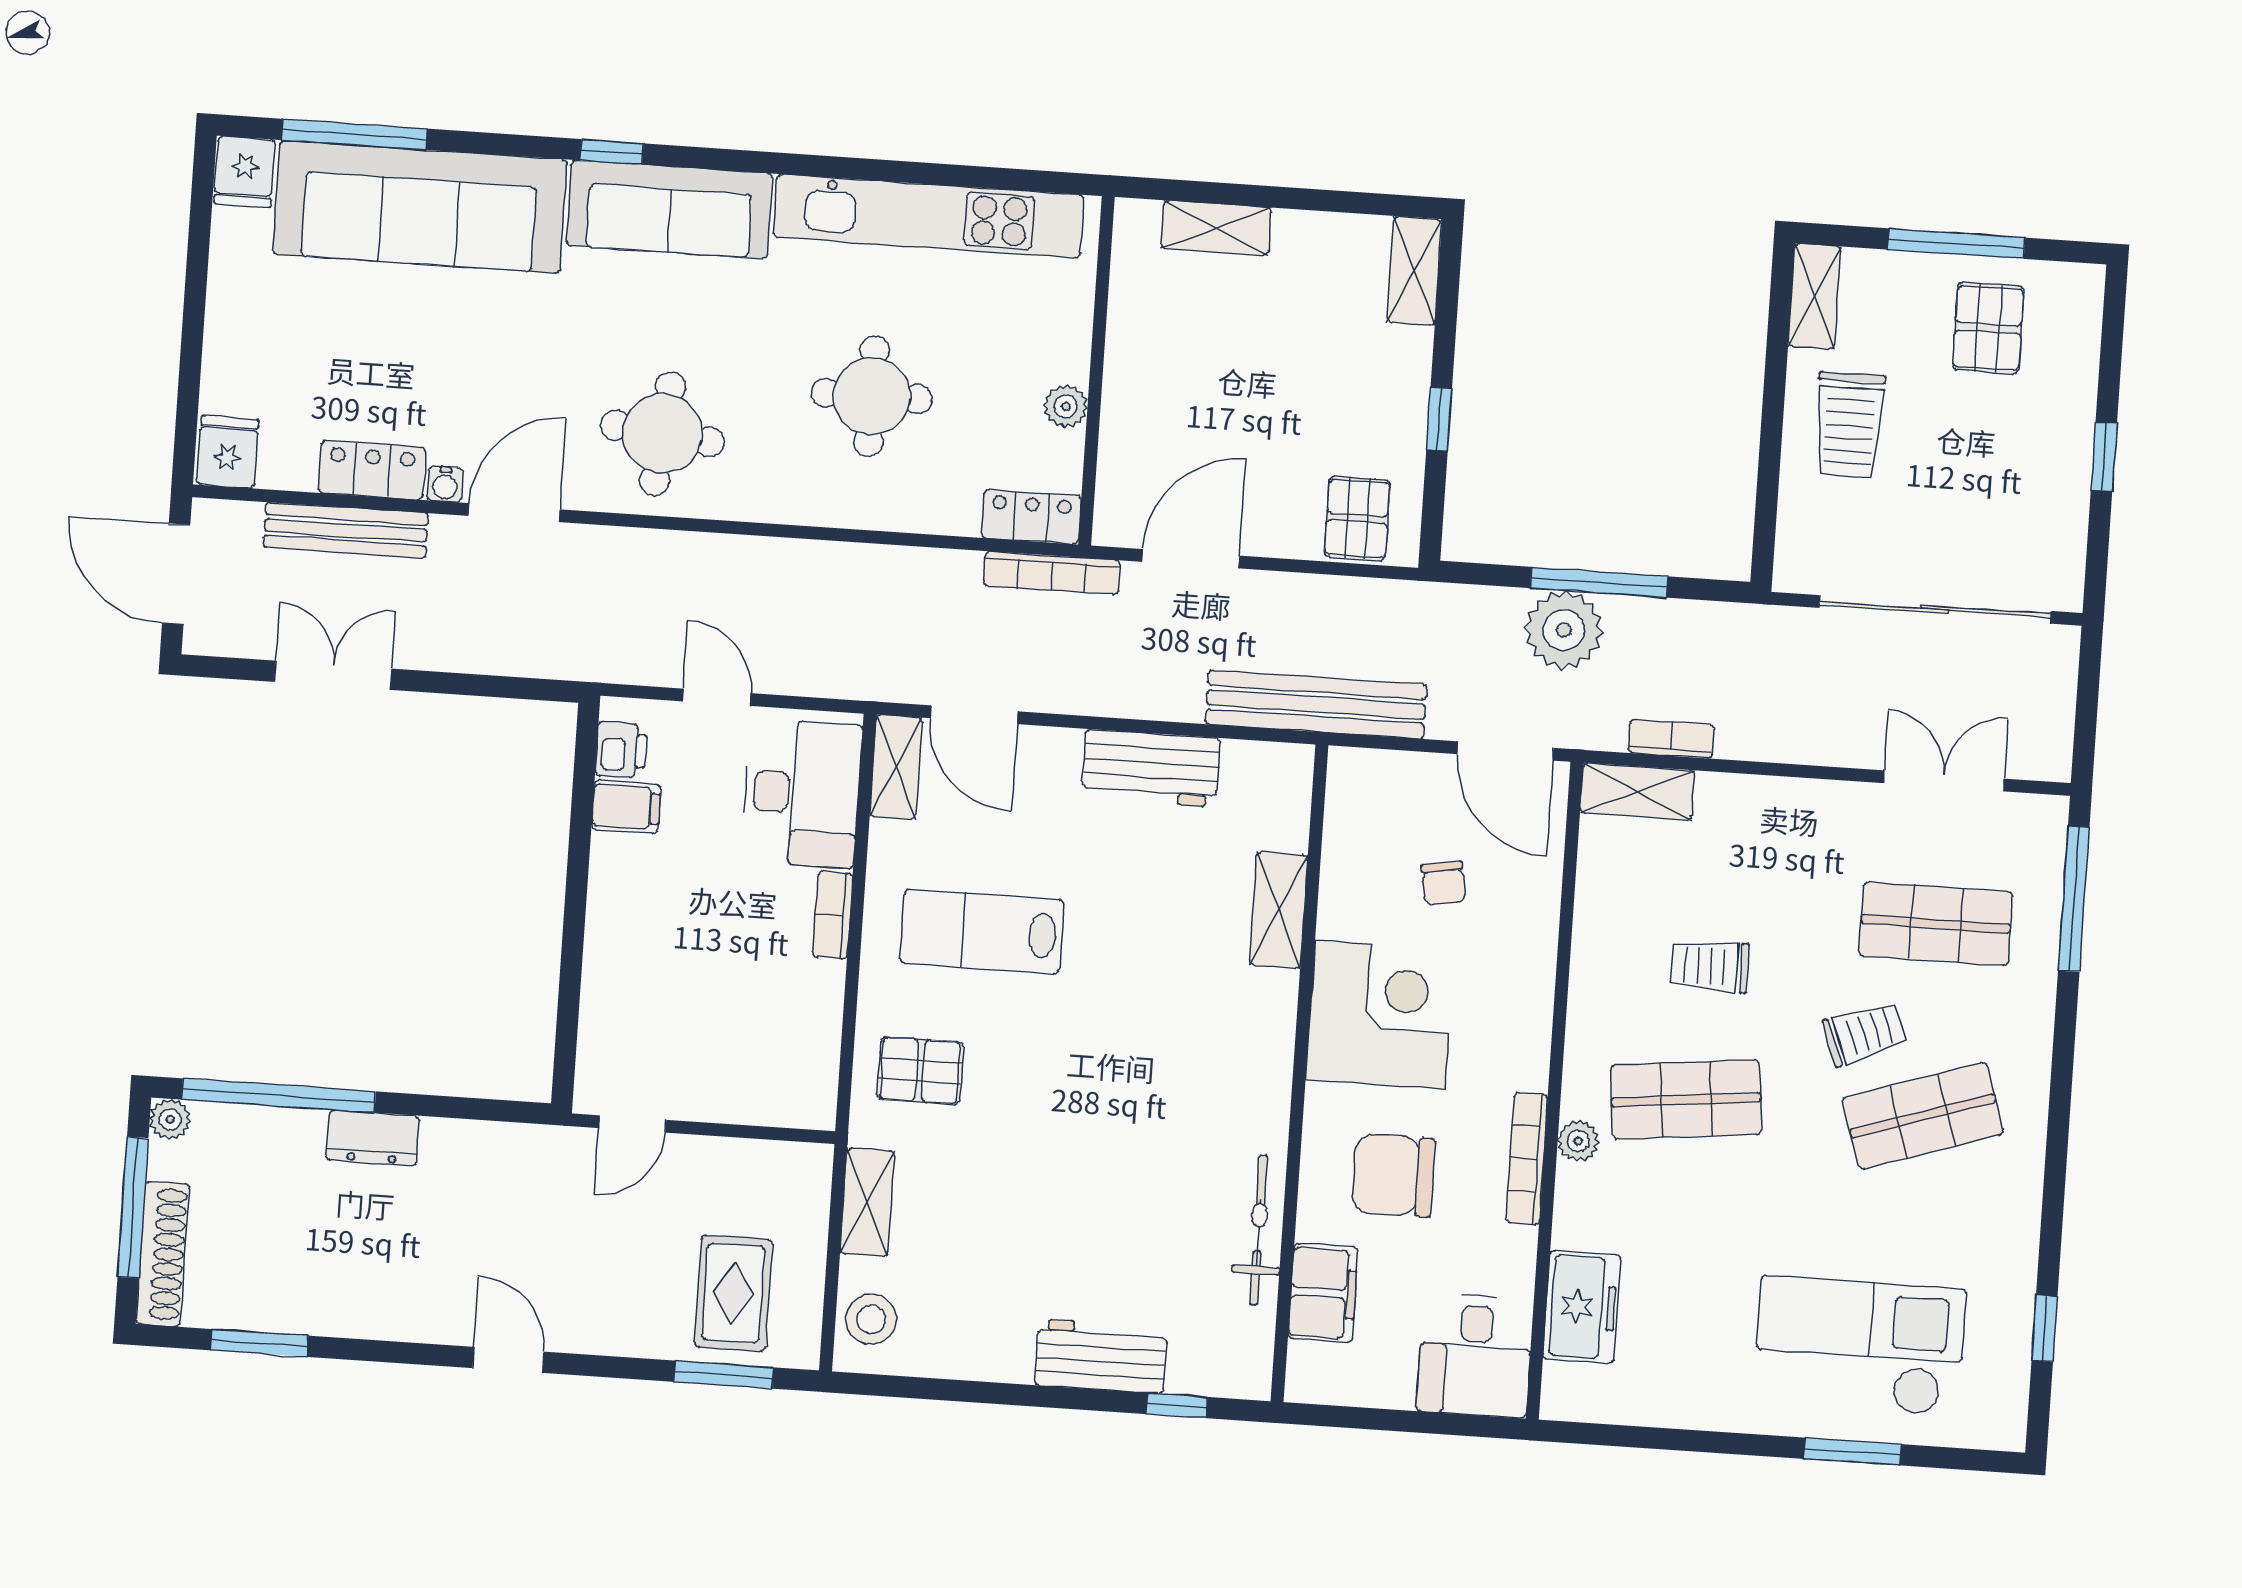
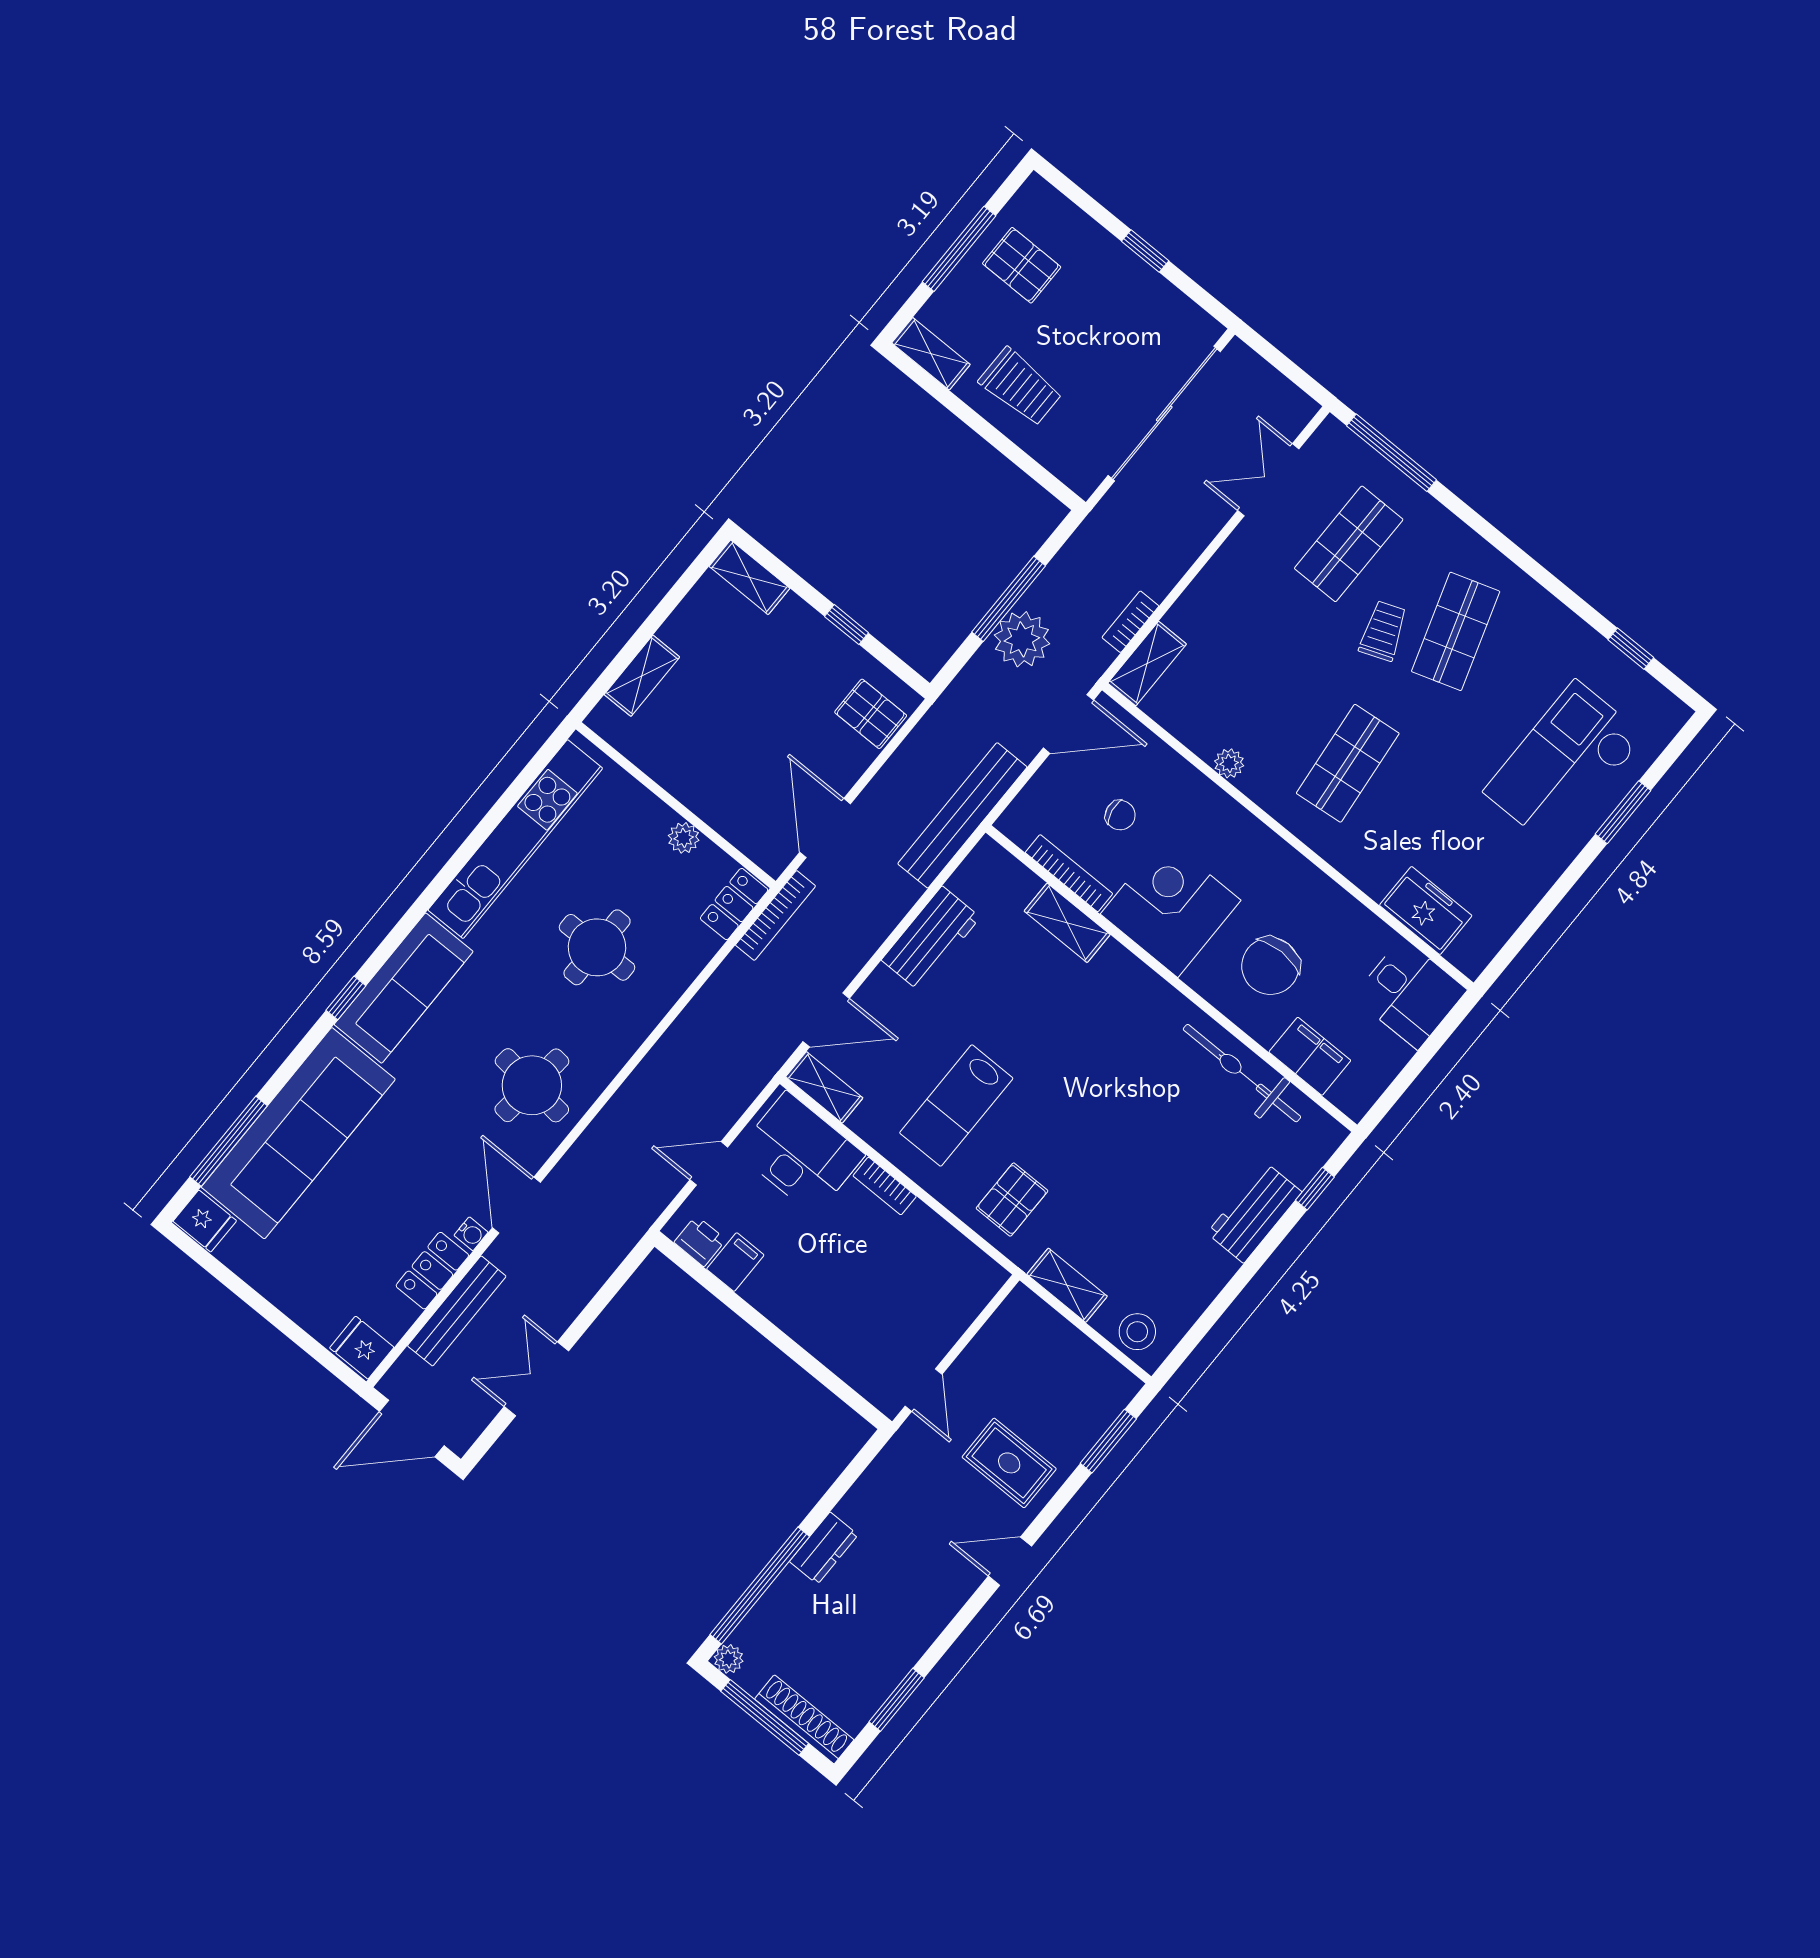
trolley: (1710, 966) -> (1279, 694), removed
plant: (1578, 1141) -> (1229, 763), moved
bookcase: (1527, 1159) -> (1069, 873), moved, turned 180
bicycle: (1259, 1230) -> (1242, 1073), width x1.37, depth x1.40
rug: (733, 1293) -> (1009, 1463), moved

